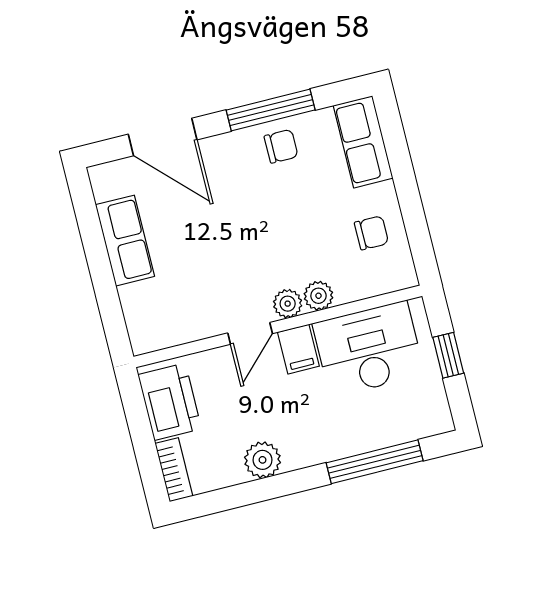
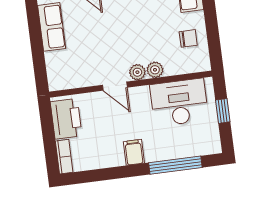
door: (250, 333) -> (115, 86), hinge flipped
filing cabinet: (298, 349) -> (134, 152), moved, turned 180
plant: (263, 460) -> (114, 157), removed

